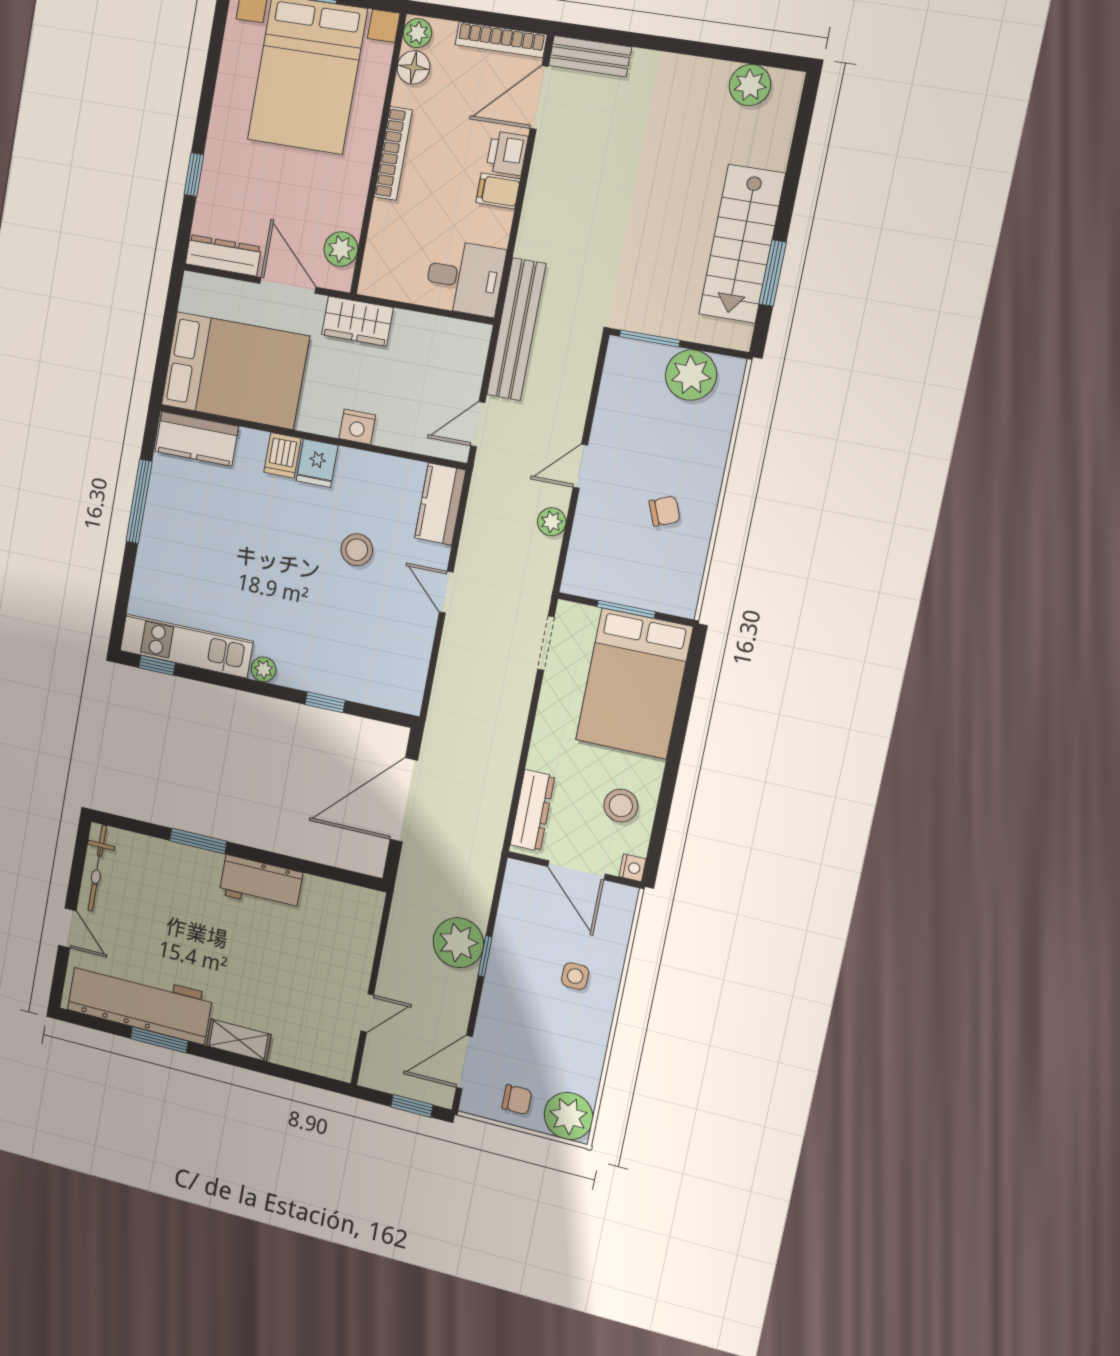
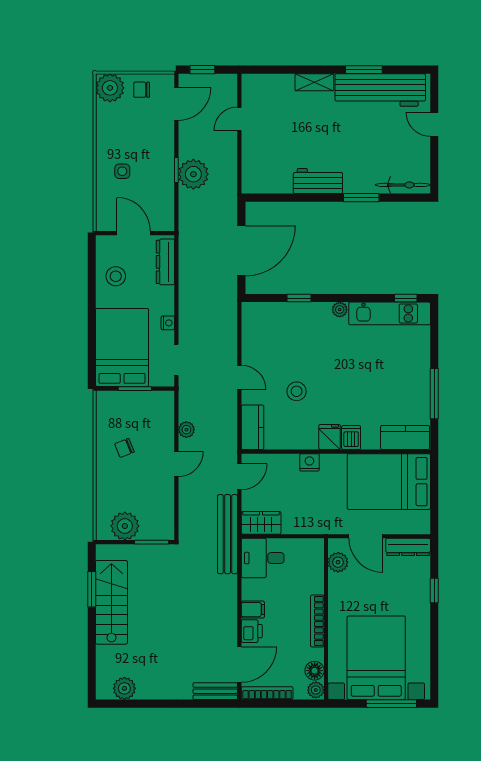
wardrobe: (357, 321) -> (261, 523), moved
bicycle: (97, 868) -> (403, 185), moved, turned 90
nightstand: (632, 868) -> (168, 323), moved, turned 180

